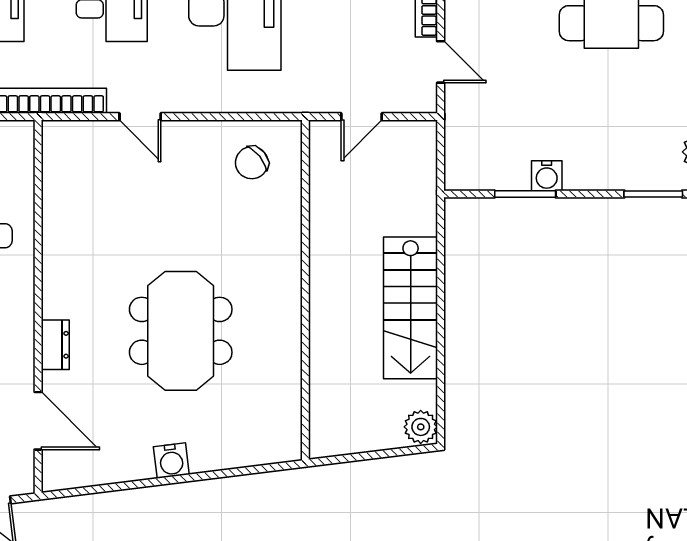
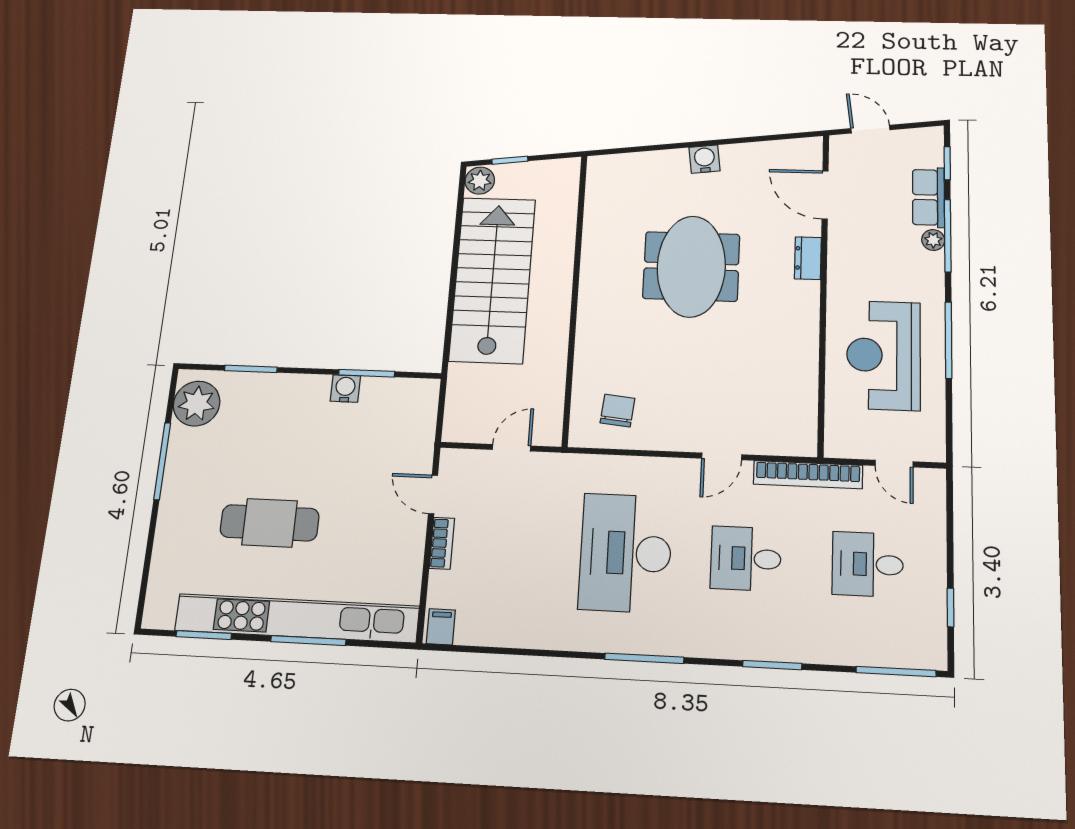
door: (140, 117) -> (722, 456), swing flipped
chair: (252, 163) -> (617, 411), turned -45
stairs: (411, 308) -> (492, 280), width x1.36, depth x1.51
window: (389, 453) -> (510, 160), added

